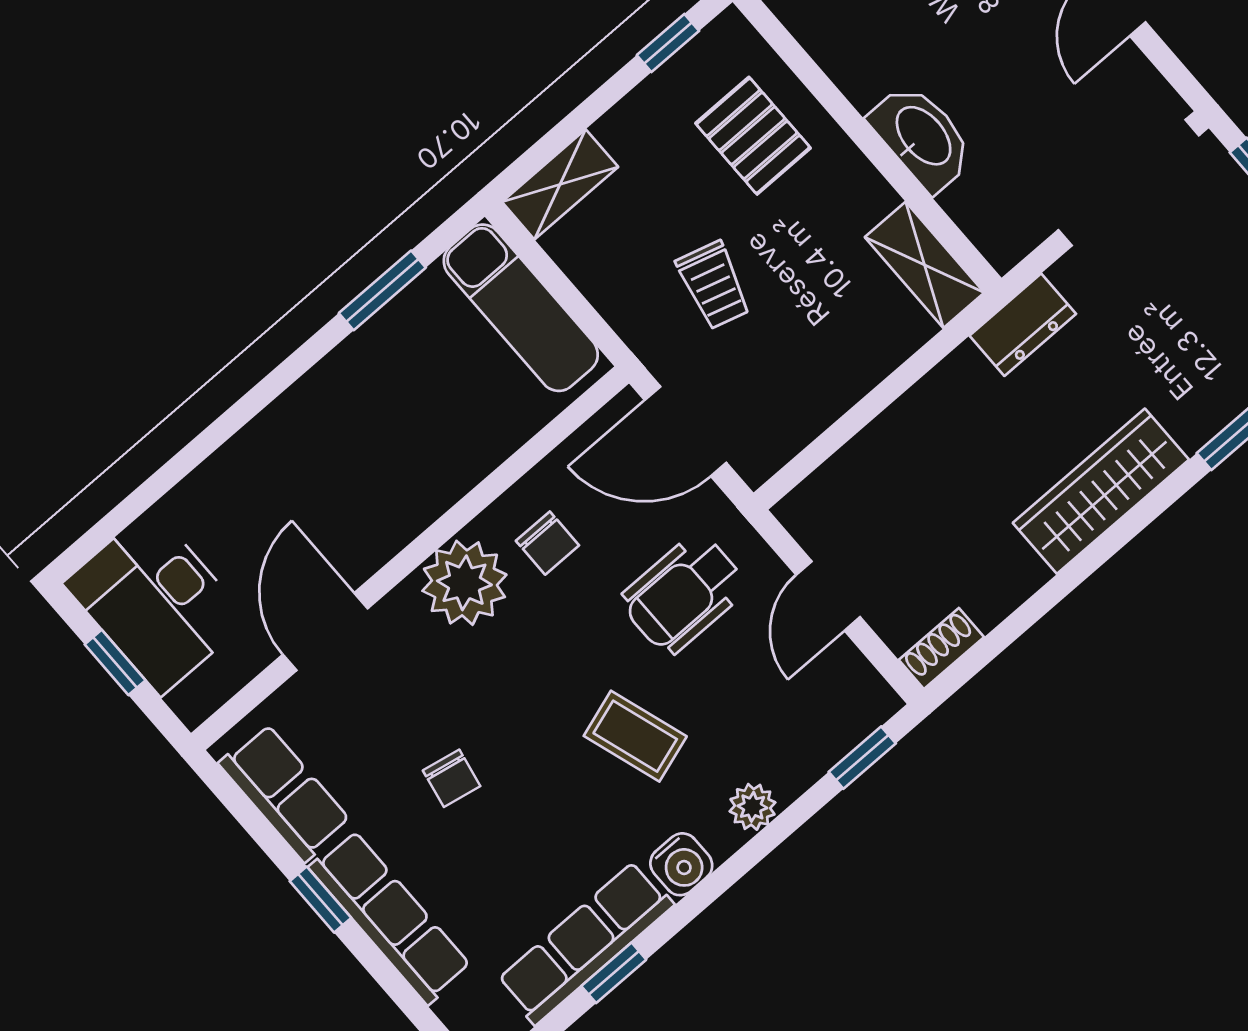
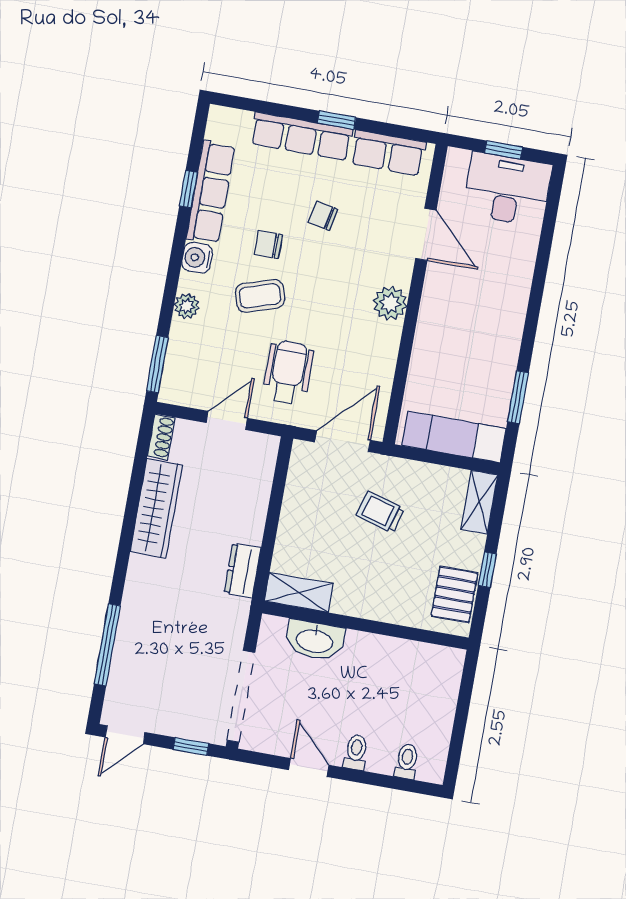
window: (668, 43) -> (487, 570), moved
pallet: (753, 136) -> (454, 595), moved, turned 90
washbasin: (922, 137) -> (315, 640), moved
dresser: (1023, 325) -> (243, 570), moved
wardrobe: (1101, 491) -> (156, 508), moved
chair: (547, 543) -> (268, 245), moved
plant: (464, 583) -> (390, 303), width x0.73, depth x0.73
door: (828, 596) -> (227, 420), hinge flipped
window: (862, 758) -> (157, 364), width x1.50

